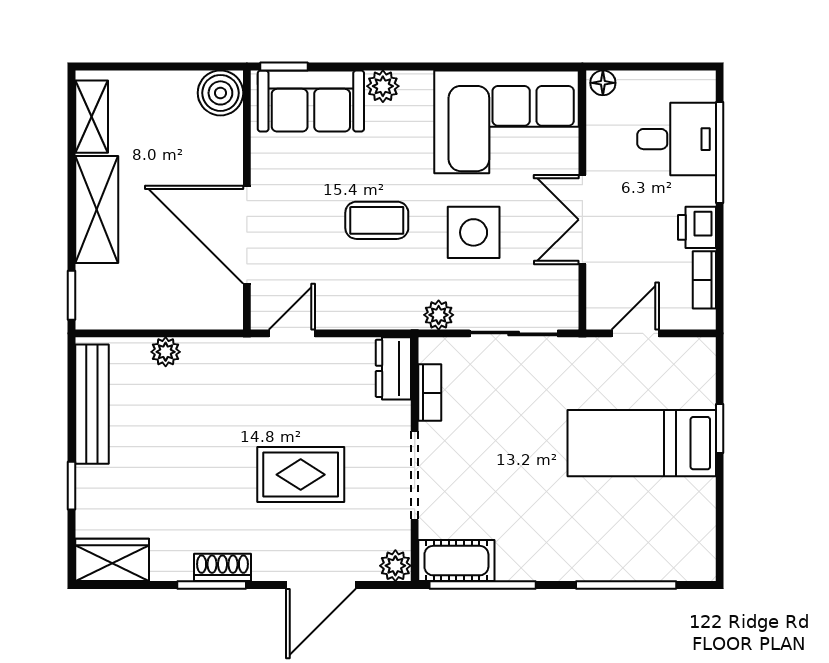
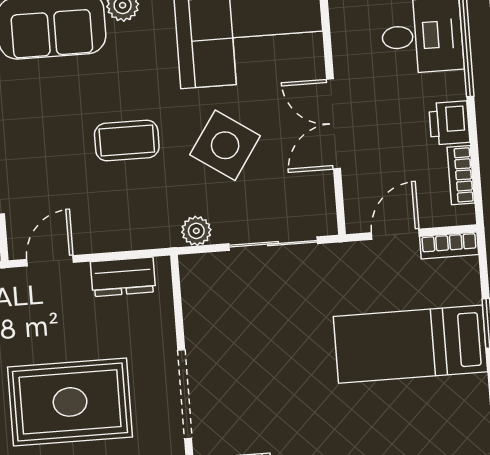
side table: (474, 232) -> (225, 145), turned 34
dresser: (393, 368) -> (123, 277), moved, turned -90
bookcase: (430, 393) -> (449, 245), moved, turned 90
rug: (301, 475) -> (70, 402), width x1.36, depth x1.43

